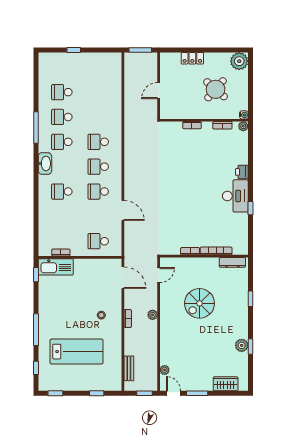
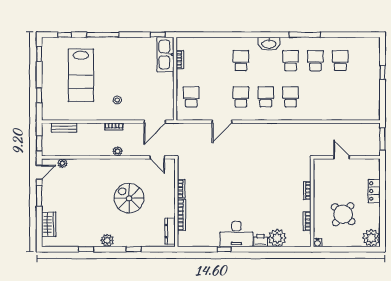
plant: (243, 126) -> (277, 238), moved, width x1.88, depth x1.88
plant: (242, 345) -> (107, 240), moved

